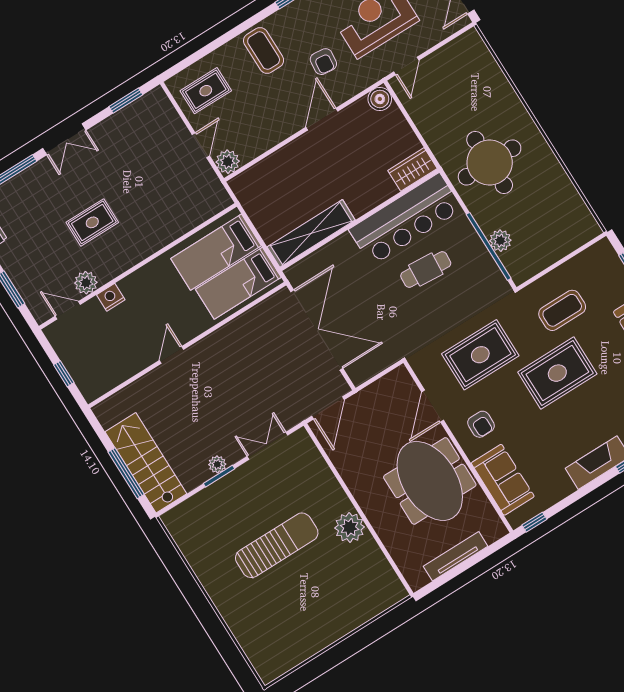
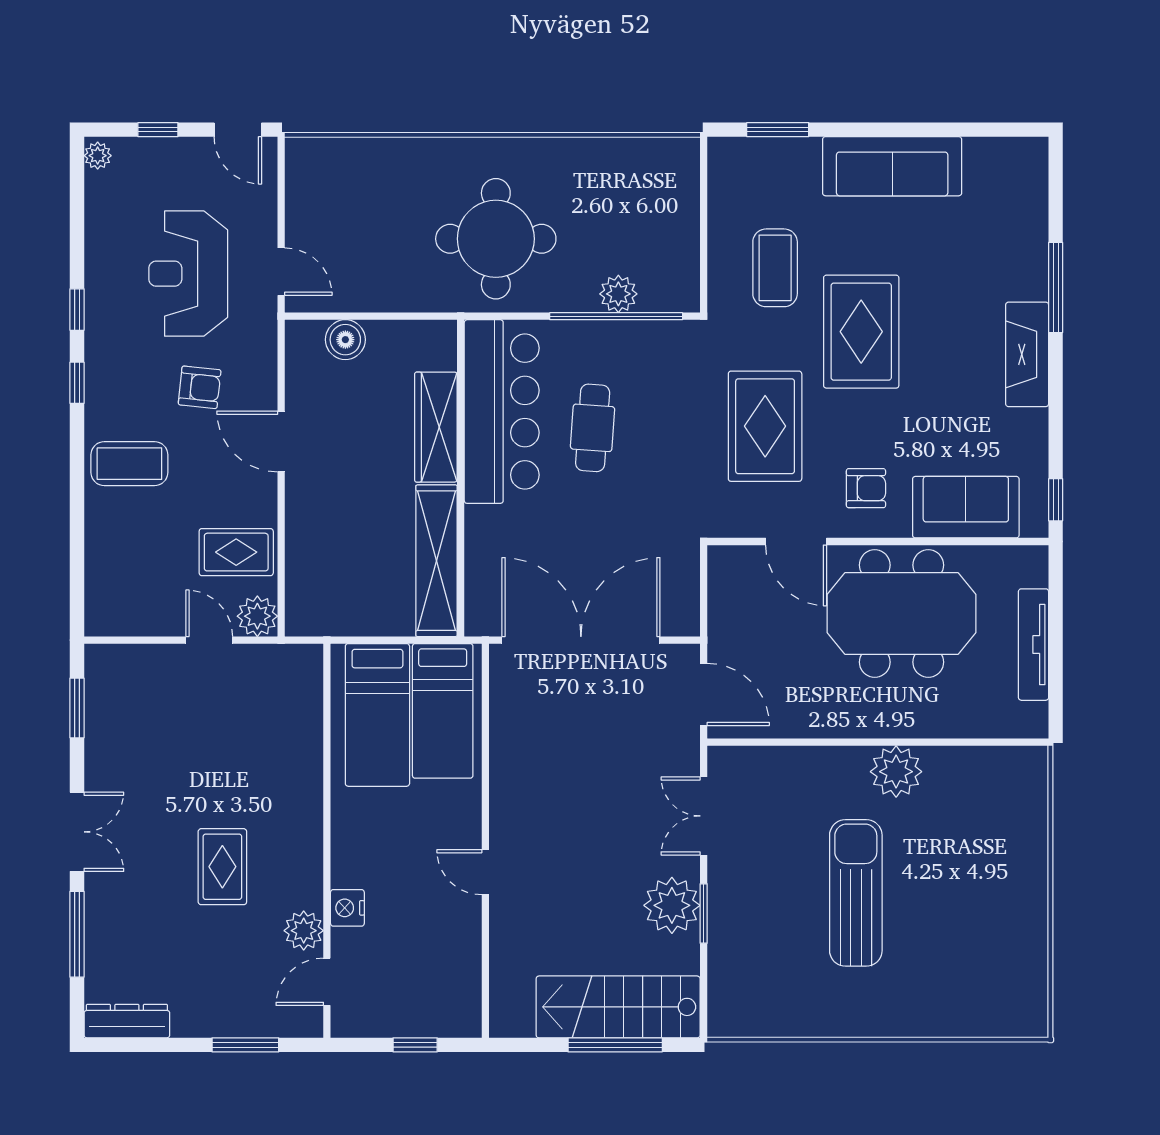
rug: (206, 91) -> (236, 552), moved, turned 90
boiler: (380, 99) -> (345, 340), moved
wardrobe: (412, 169) -> (436, 427), moved, width x1.50
plant: (217, 464) -> (672, 905), width x1.87, depth x1.87

